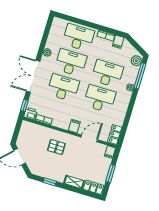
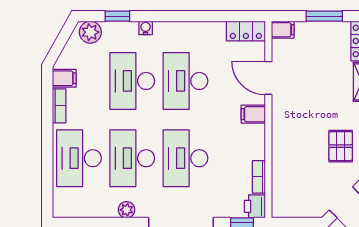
window: (140, 76) -> (117, 16), width x0.46
pallet: (56, 147) -> (341, 146), moved

